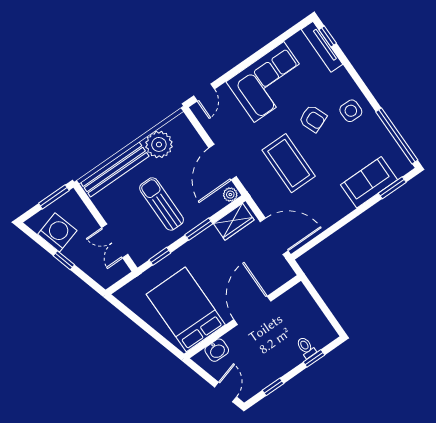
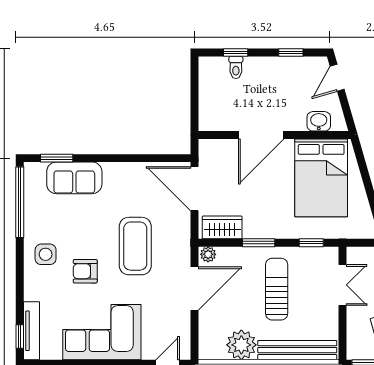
armchair: (313, 119) -> (85, 271), turned -68
sun lounger: (162, 204) -> (277, 289), turned 180

